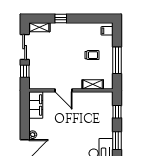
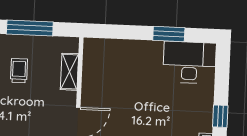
window: (117, 112) -> (119, 32), removed

